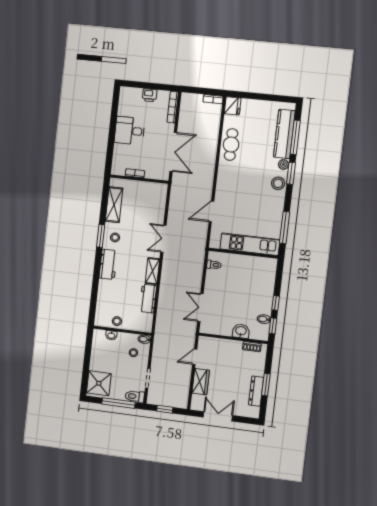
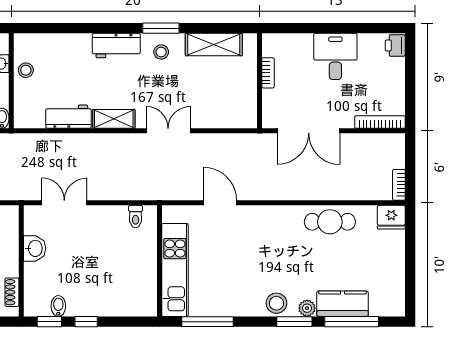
printer: (150, 95) -> (395, 45), moved
kitchen counter: (284, 134) -> (343, 304), width x0.67
washbasin: (241, 331) -> (35, 248), moved

